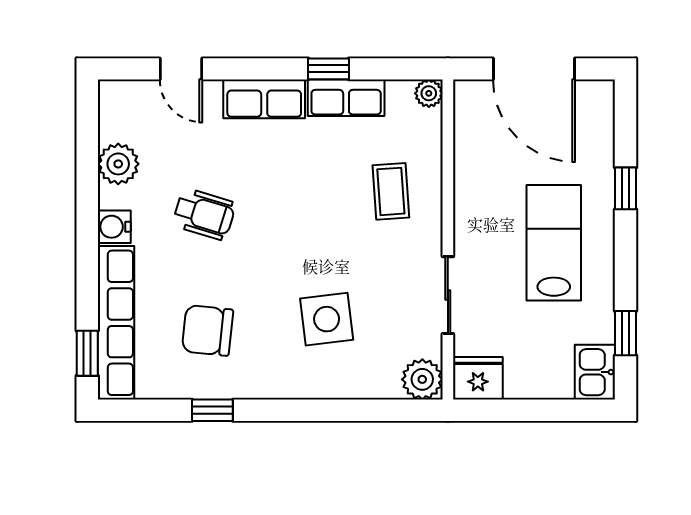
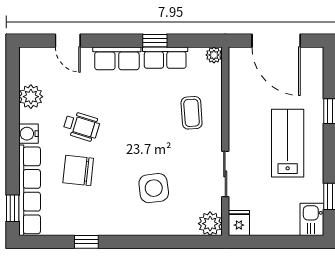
chair: (207, 330) -> (78, 170), moved
fridge: (478, 378) -> (239, 223), width x0.72

